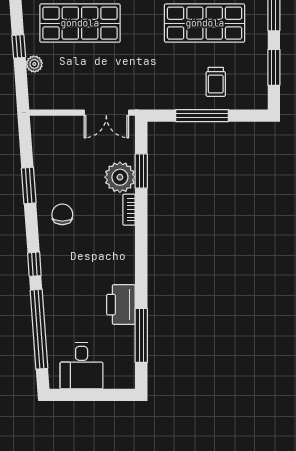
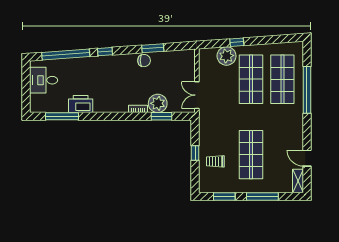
plant: (34, 64) -> (227, 56), width x1.88, depth x1.88
window: (202, 116) -> (195, 153), width x0.46
chair: (62, 214) -> (144, 61), moved

